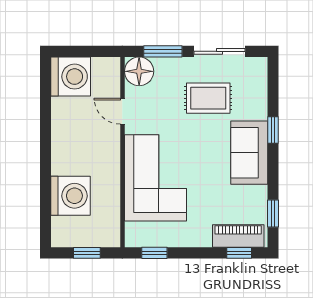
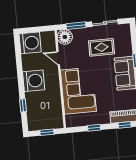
window: (46, 196) -> (23, 105), added
washing machine: (71, 196) -> (34, 81), moved
window: (154, 253) -> (94, 128), moved

